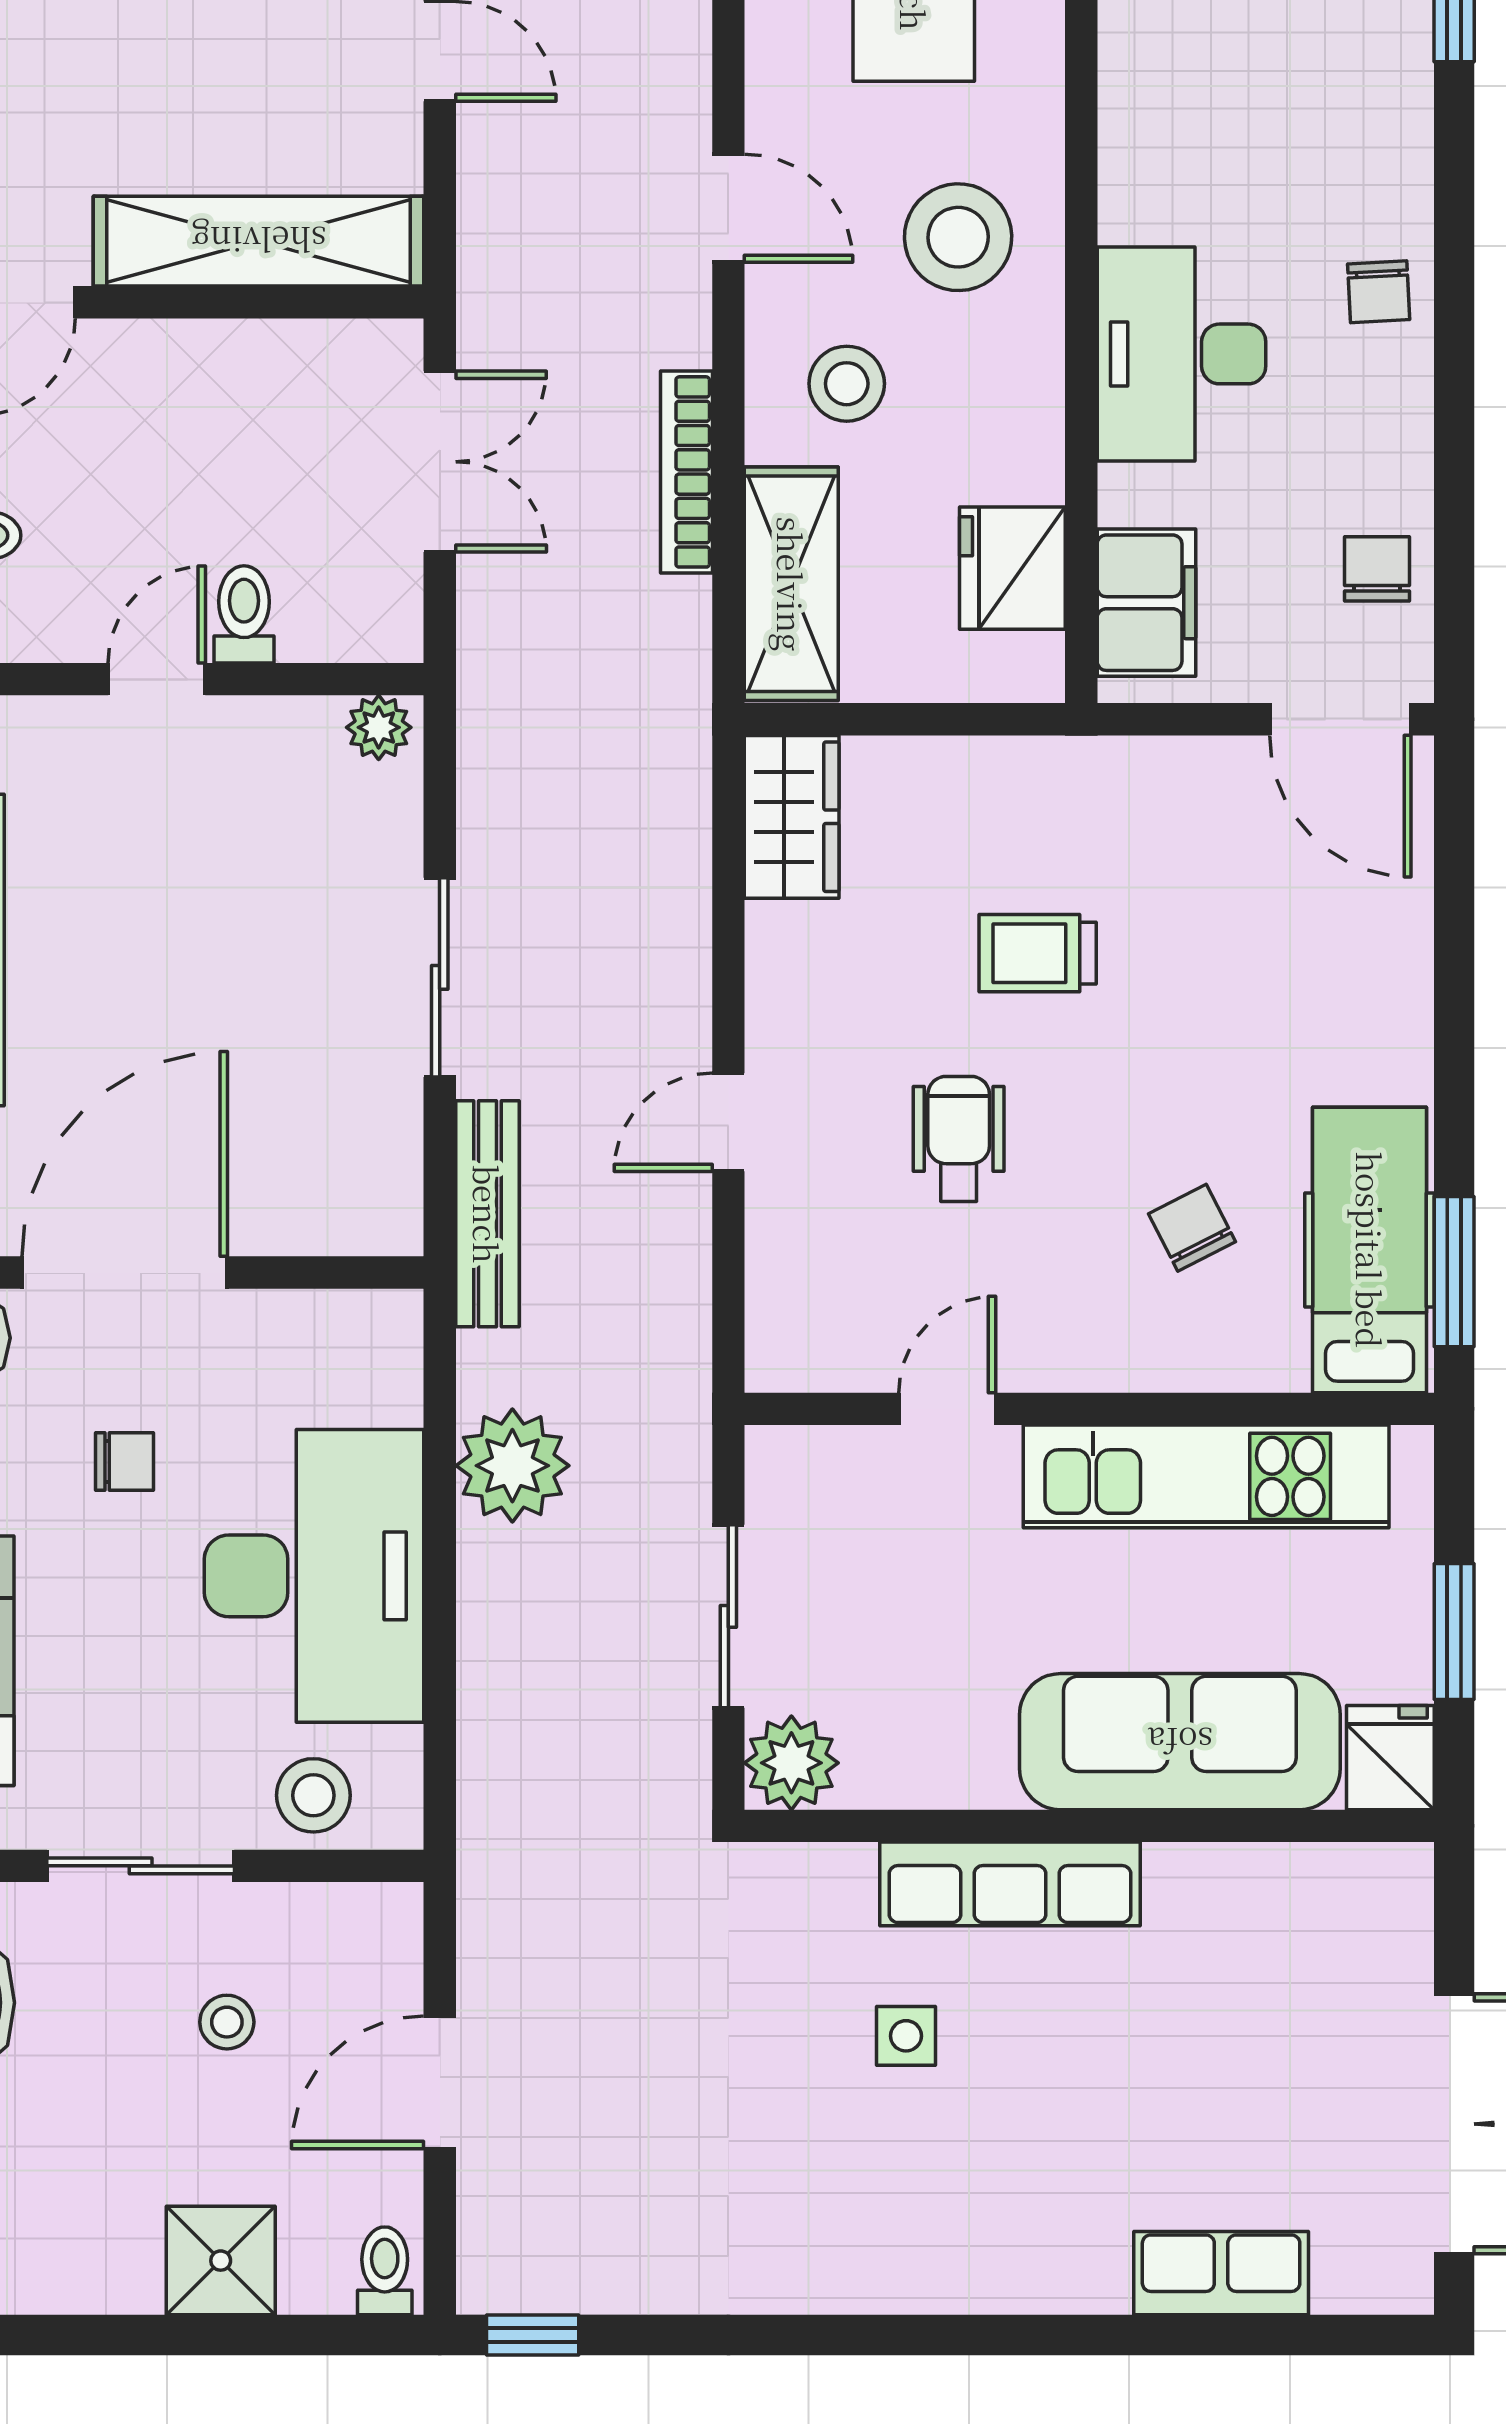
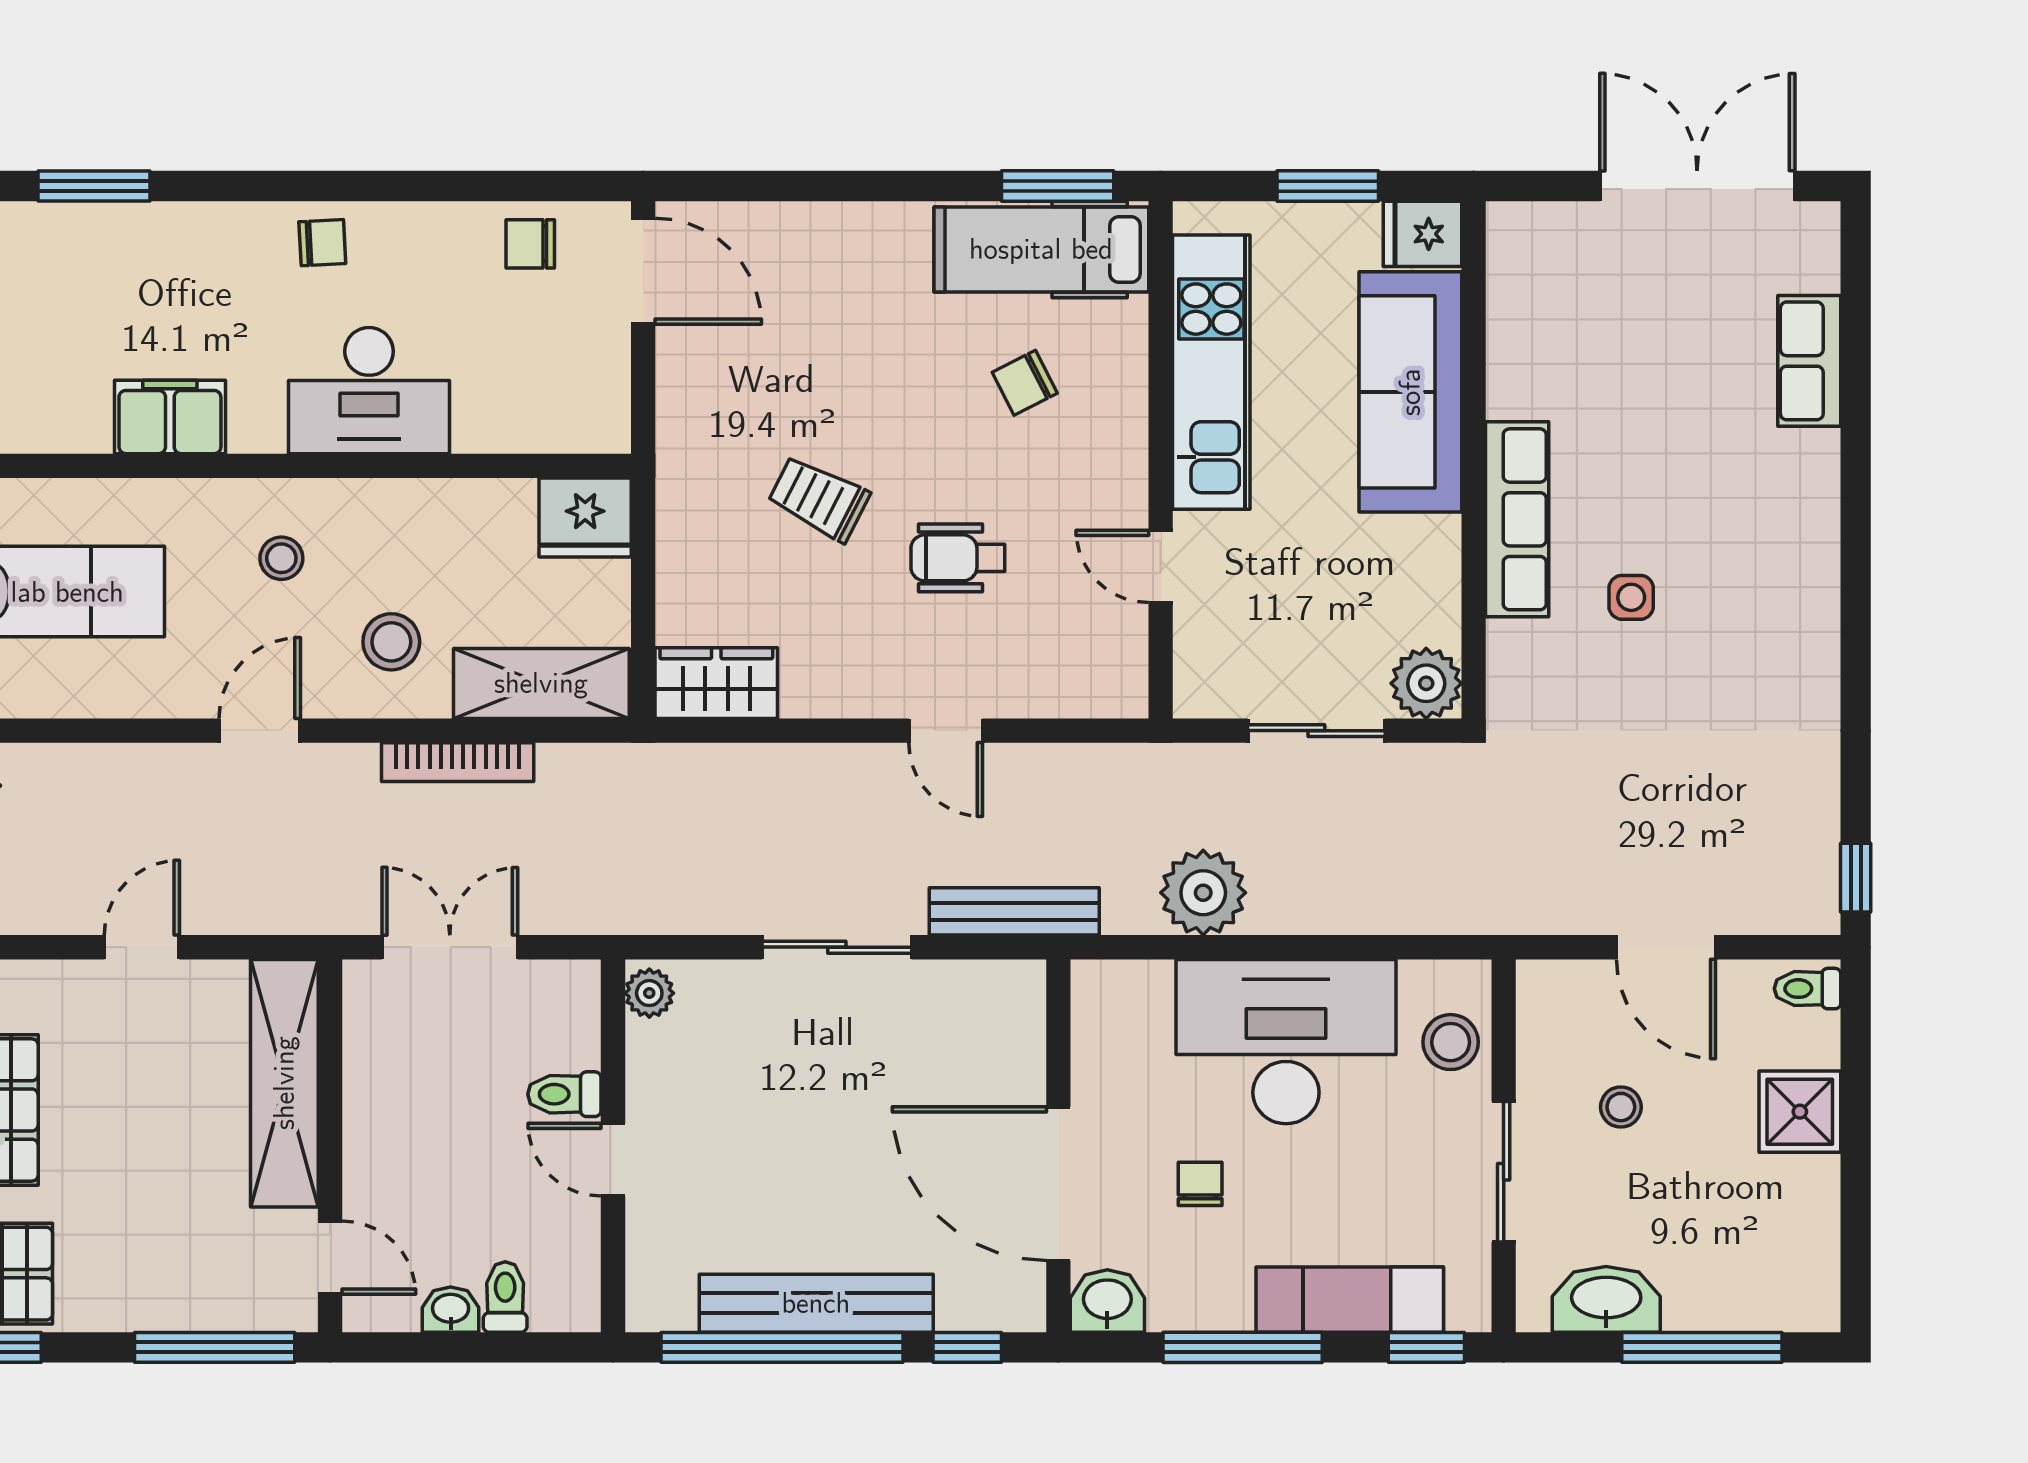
stool: (958, 237) -> (281, 558), width x0.53, depth x0.53
fridge: (1012, 568) -> (585, 517), moved
filing cabinet: (1146, 603) -> (170, 417), moved
door: (1340, 719) -> (643, 271), hinge flipped
trolley: (1038, 953) -> (819, 499), turned 117

